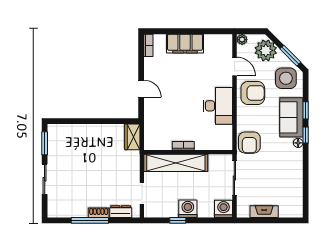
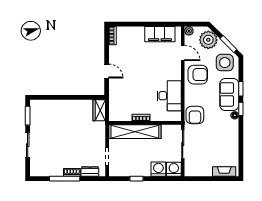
filing cabinet: (185, 44) -> (160, 34), moved
desk: (218, 106) -> (169, 96), moved
washing machine: (188, 209) -> (158, 169), moved
fireplace: (264, 212) -> (224, 172), moved

